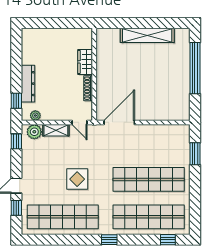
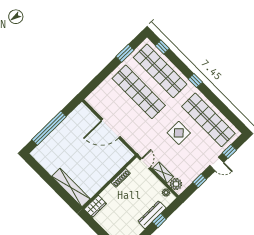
shelving: (147, 35) -> (71, 188), moved
wardrobe: (85, 62) -> (95, 206), moved
window: (16, 101) -> (159, 221), moved
door: (119, 122) -> (111, 129), moved
window: (16, 141) -> (200, 181), moved
window: (195, 154) -> (125, 53), moved

